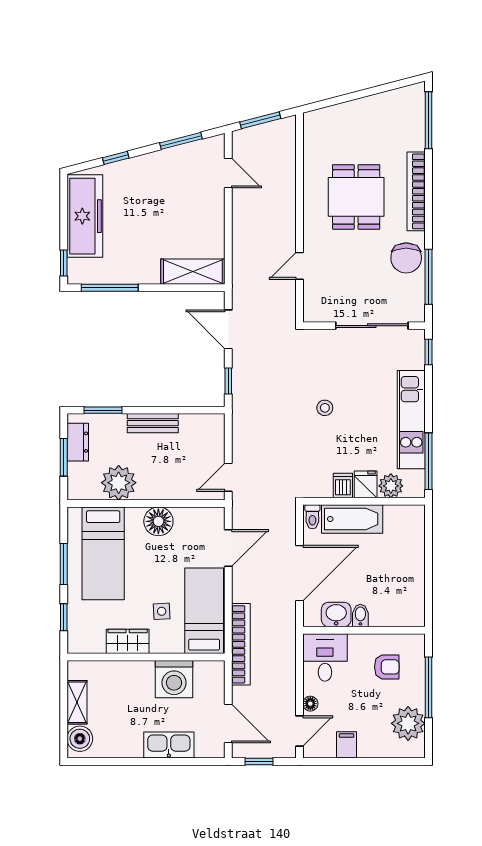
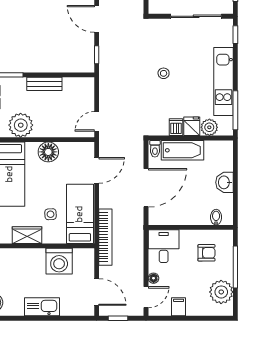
washbasin: (336, 614) -> (224, 182), moved, turned -90
bidet: (360, 616) -> (216, 217), moved
kitchen sink: (169, 745) -> (42, 307), moved

